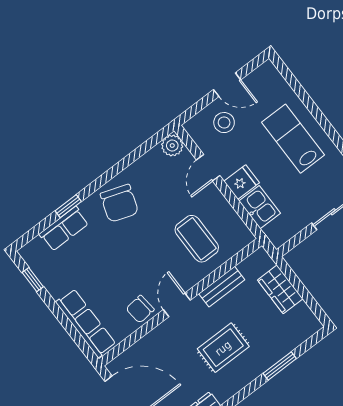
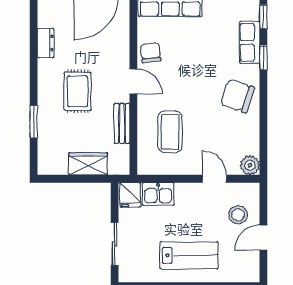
fridge: (242, 182) -> (130, 195), moved
window: (32, 234) -> (263, 17), added
coffee table: (197, 239) -> (170, 132), turned 90

